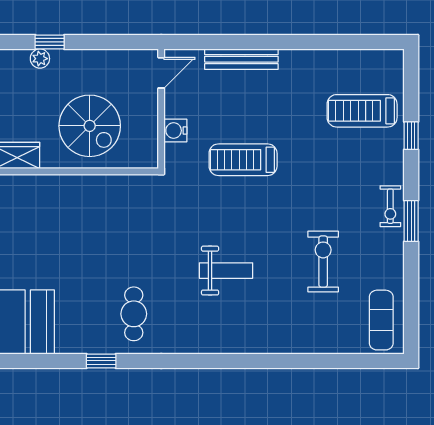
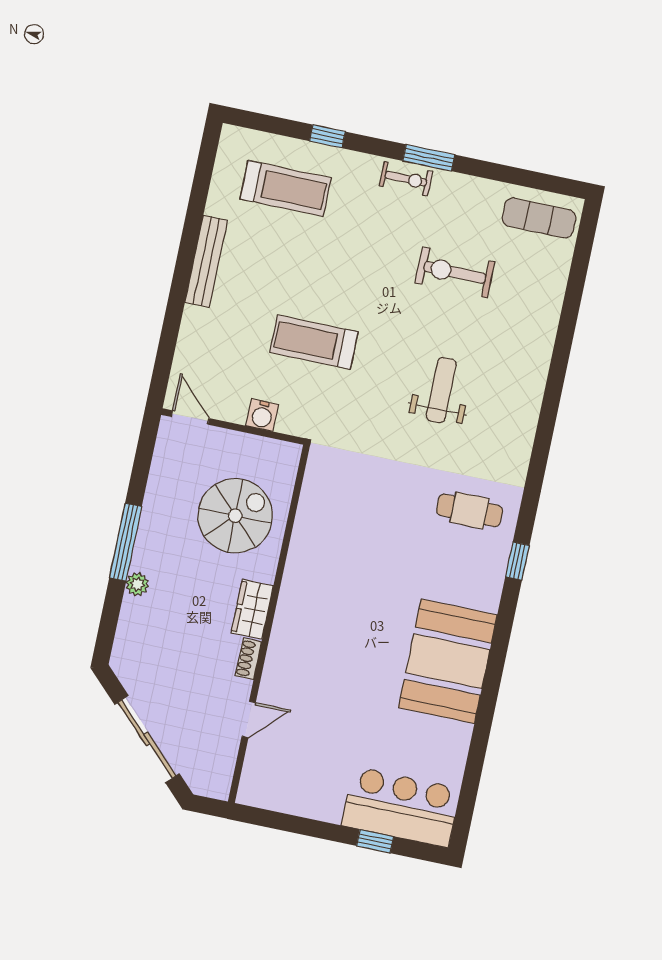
window: (50, 42) -> (126, 542), width x2.17
plant: (40, 59) -> (137, 584), moved
bench: (241, 59) -> (206, 261), moved
treadmill: (362, 111) -> (286, 188), turned -90
treadmill: (243, 160) -> (314, 342), turned 90

